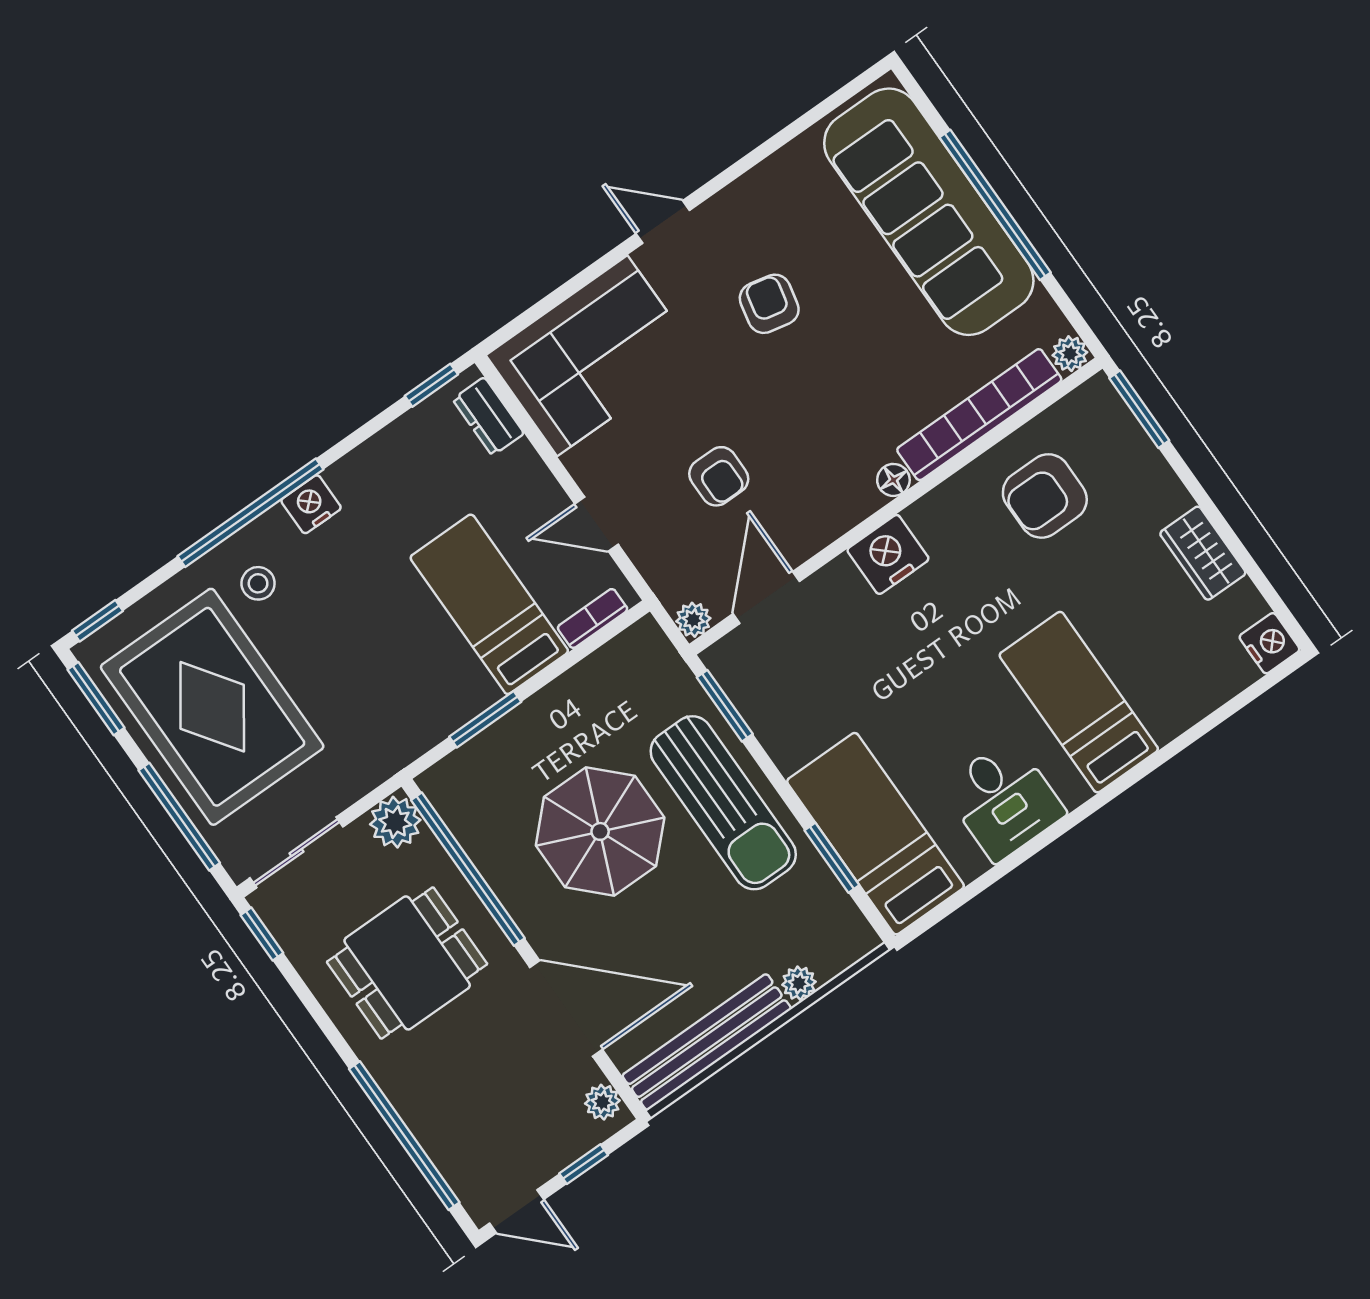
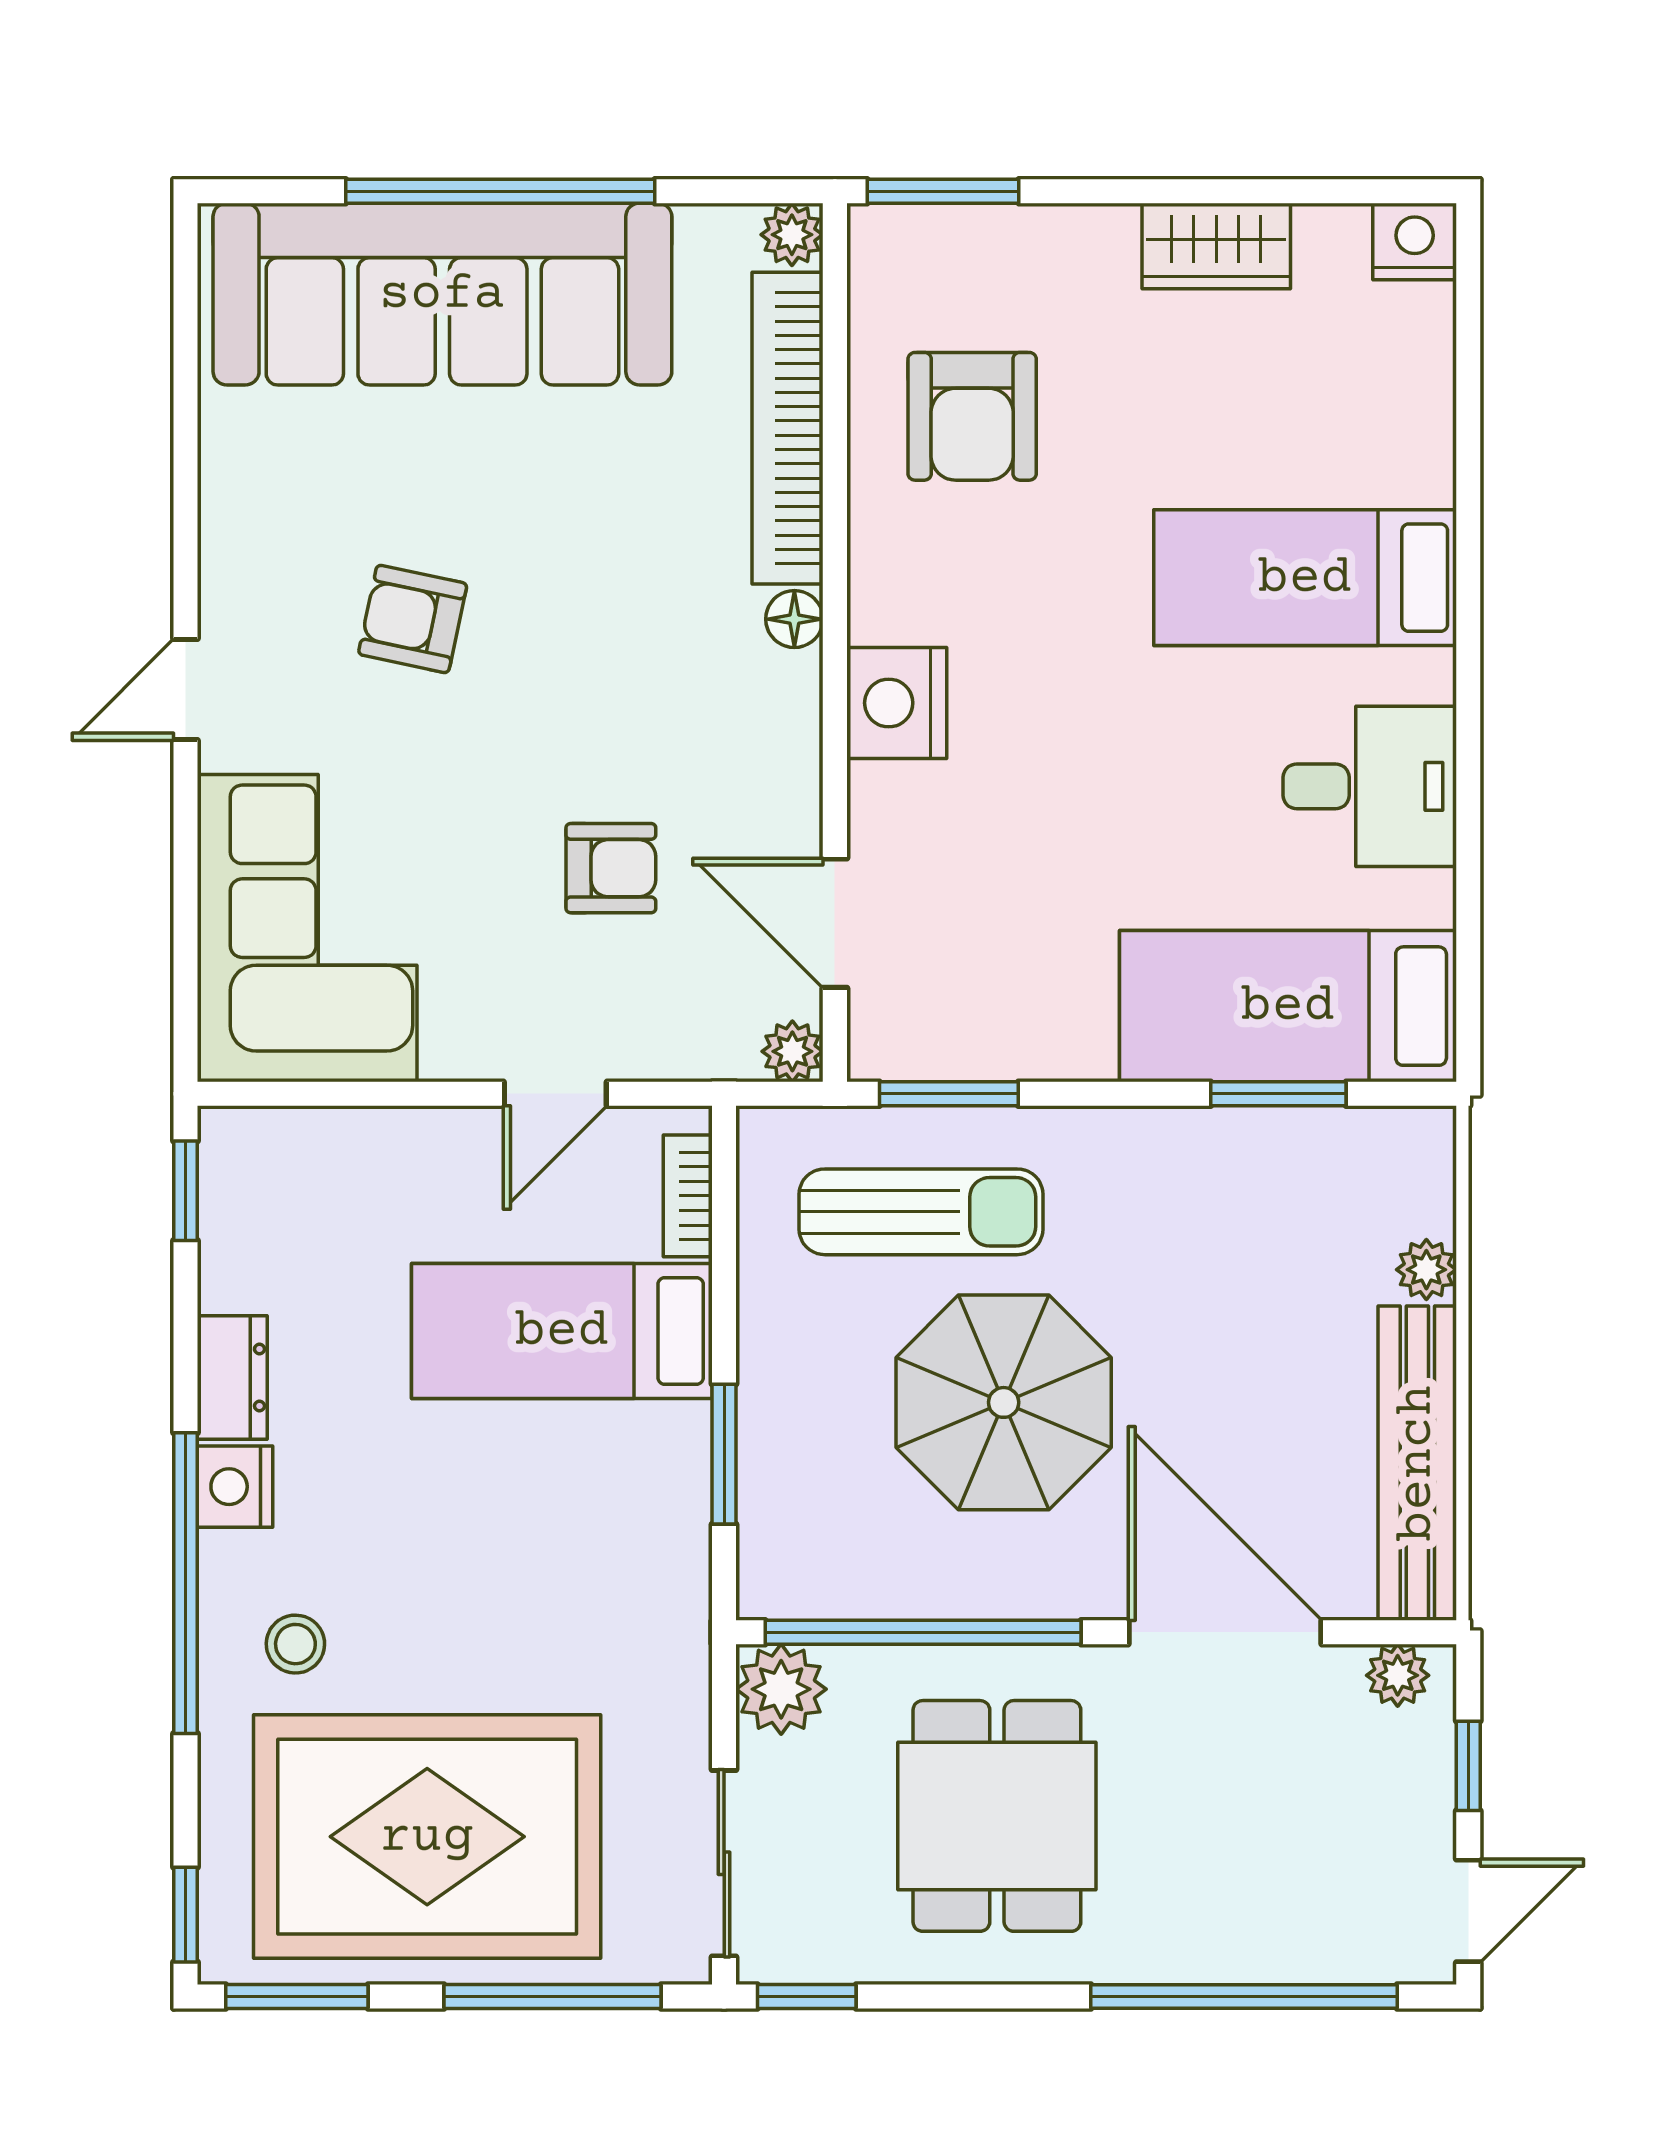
dresser: (488, 416) -> (232, 1378), moved, turned -90
sun lounger: (723, 803) -> (921, 1212), moved, width x0.73, depth x0.75
door: (566, 1008) -> (1225, 1632), hinge flipped

